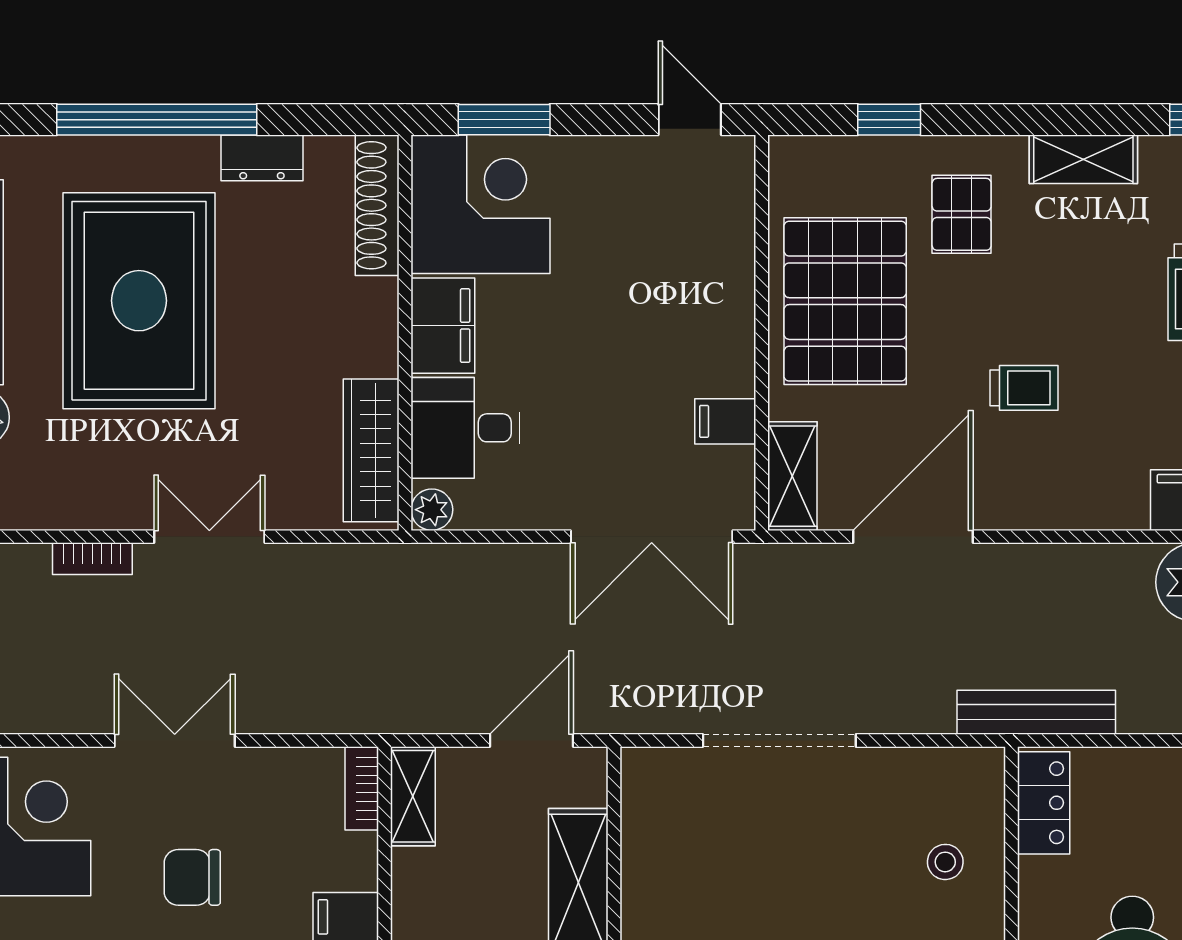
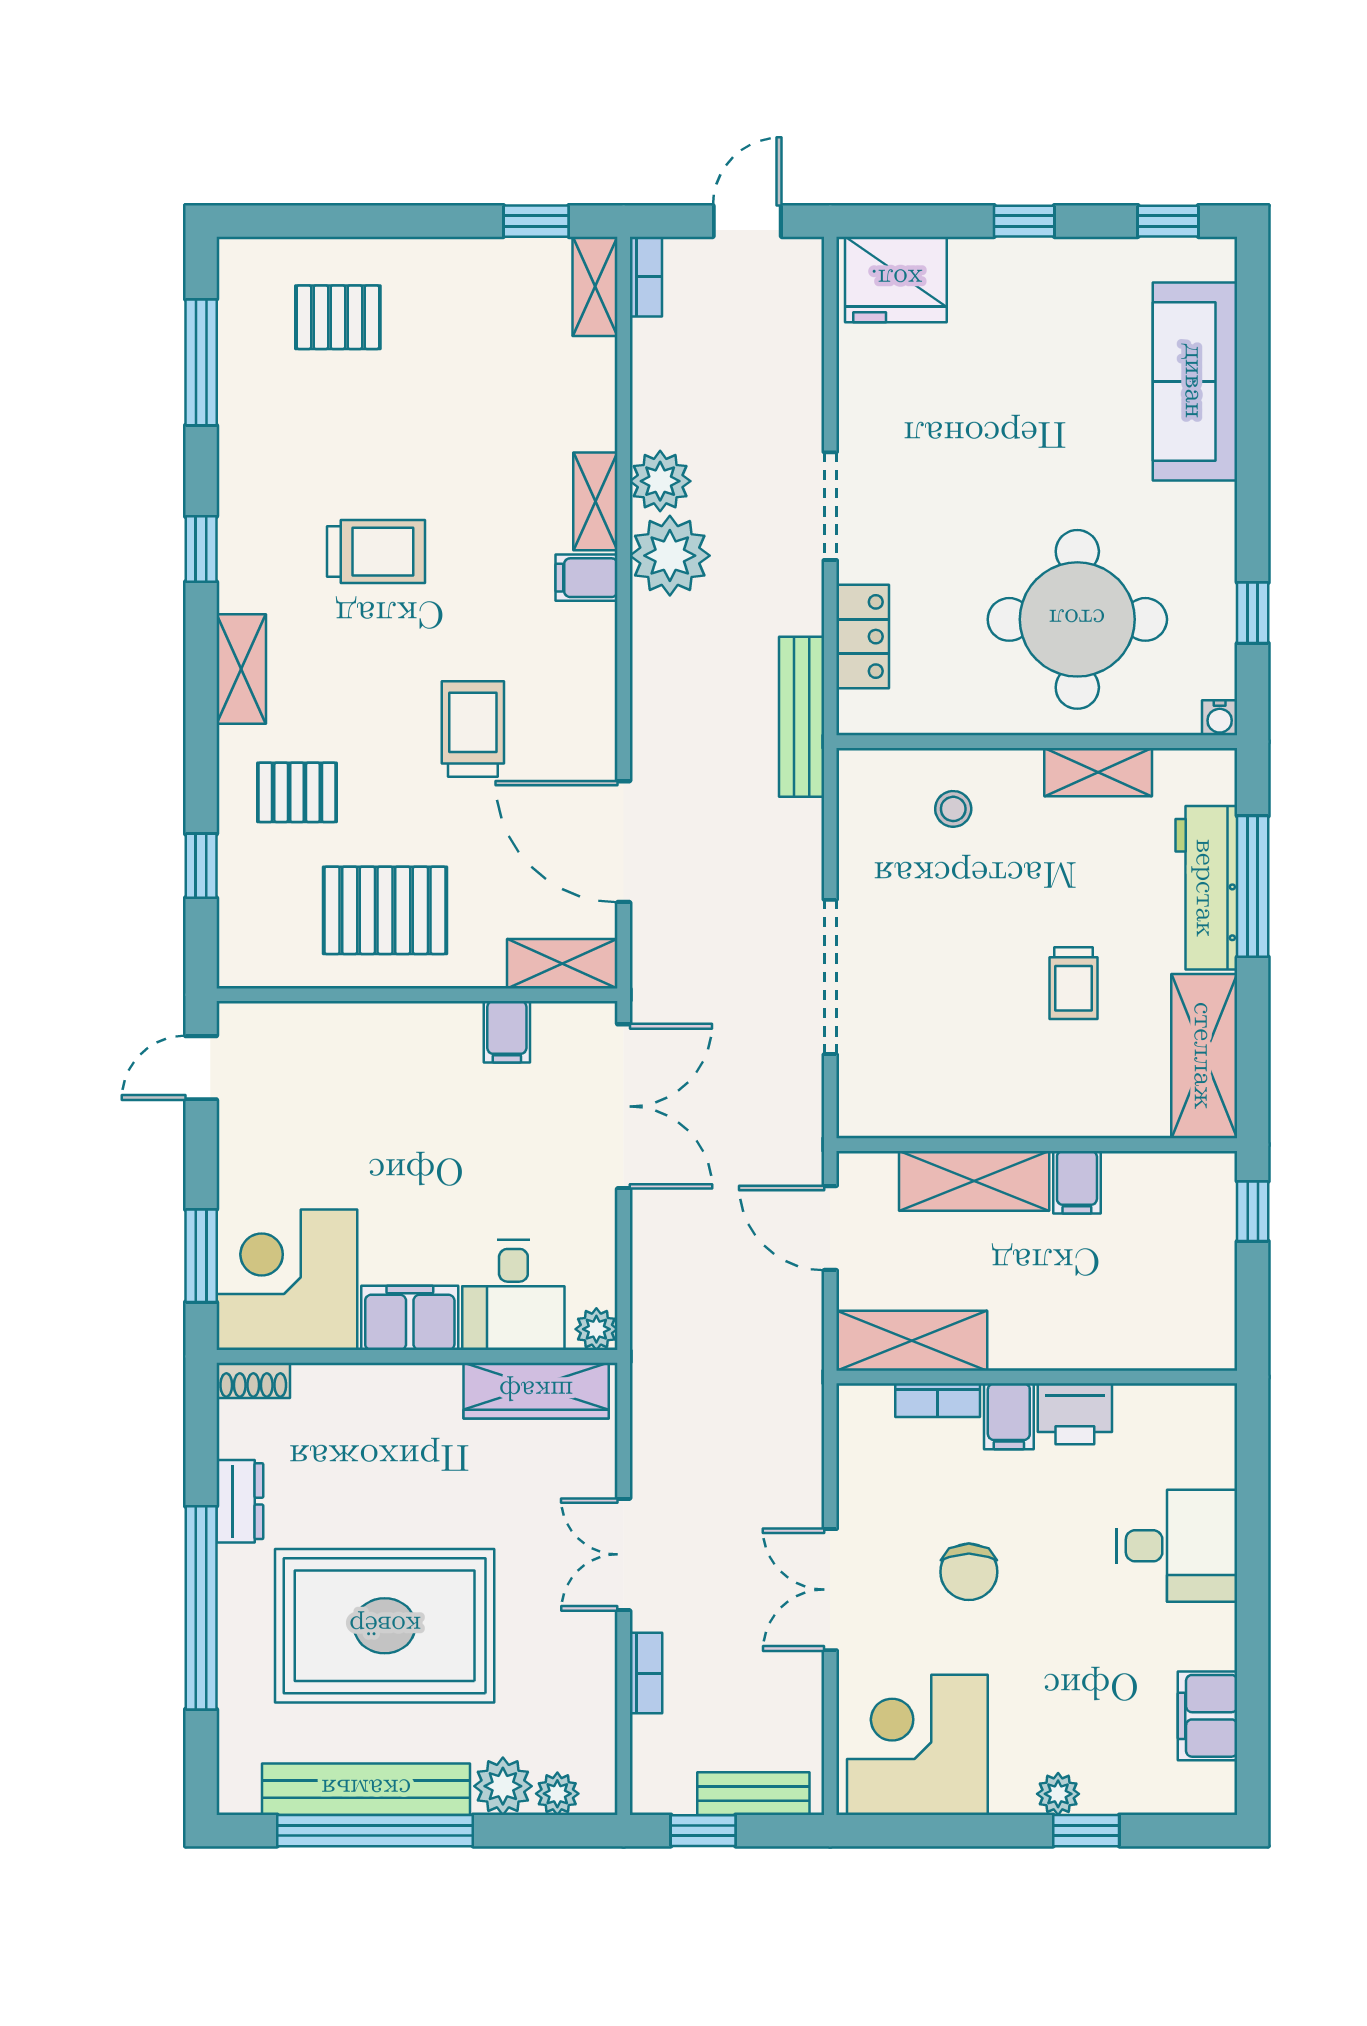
shoe rack: (377, 205) -> (253, 1380), width x0.51, depth x0.81
pallet: (845, 301) -> (385, 910), width x0.73, depth x0.71
trolley: (1024, 388) -> (473, 729), width x1.36, depth x1.39
bookcase: (362, 788) -> (938, 1400), moved
shelving: (413, 796) -> (912, 1341), width x1.50, depth x1.33
locker: (1044, 803) -> (863, 637), moved, turned 90

